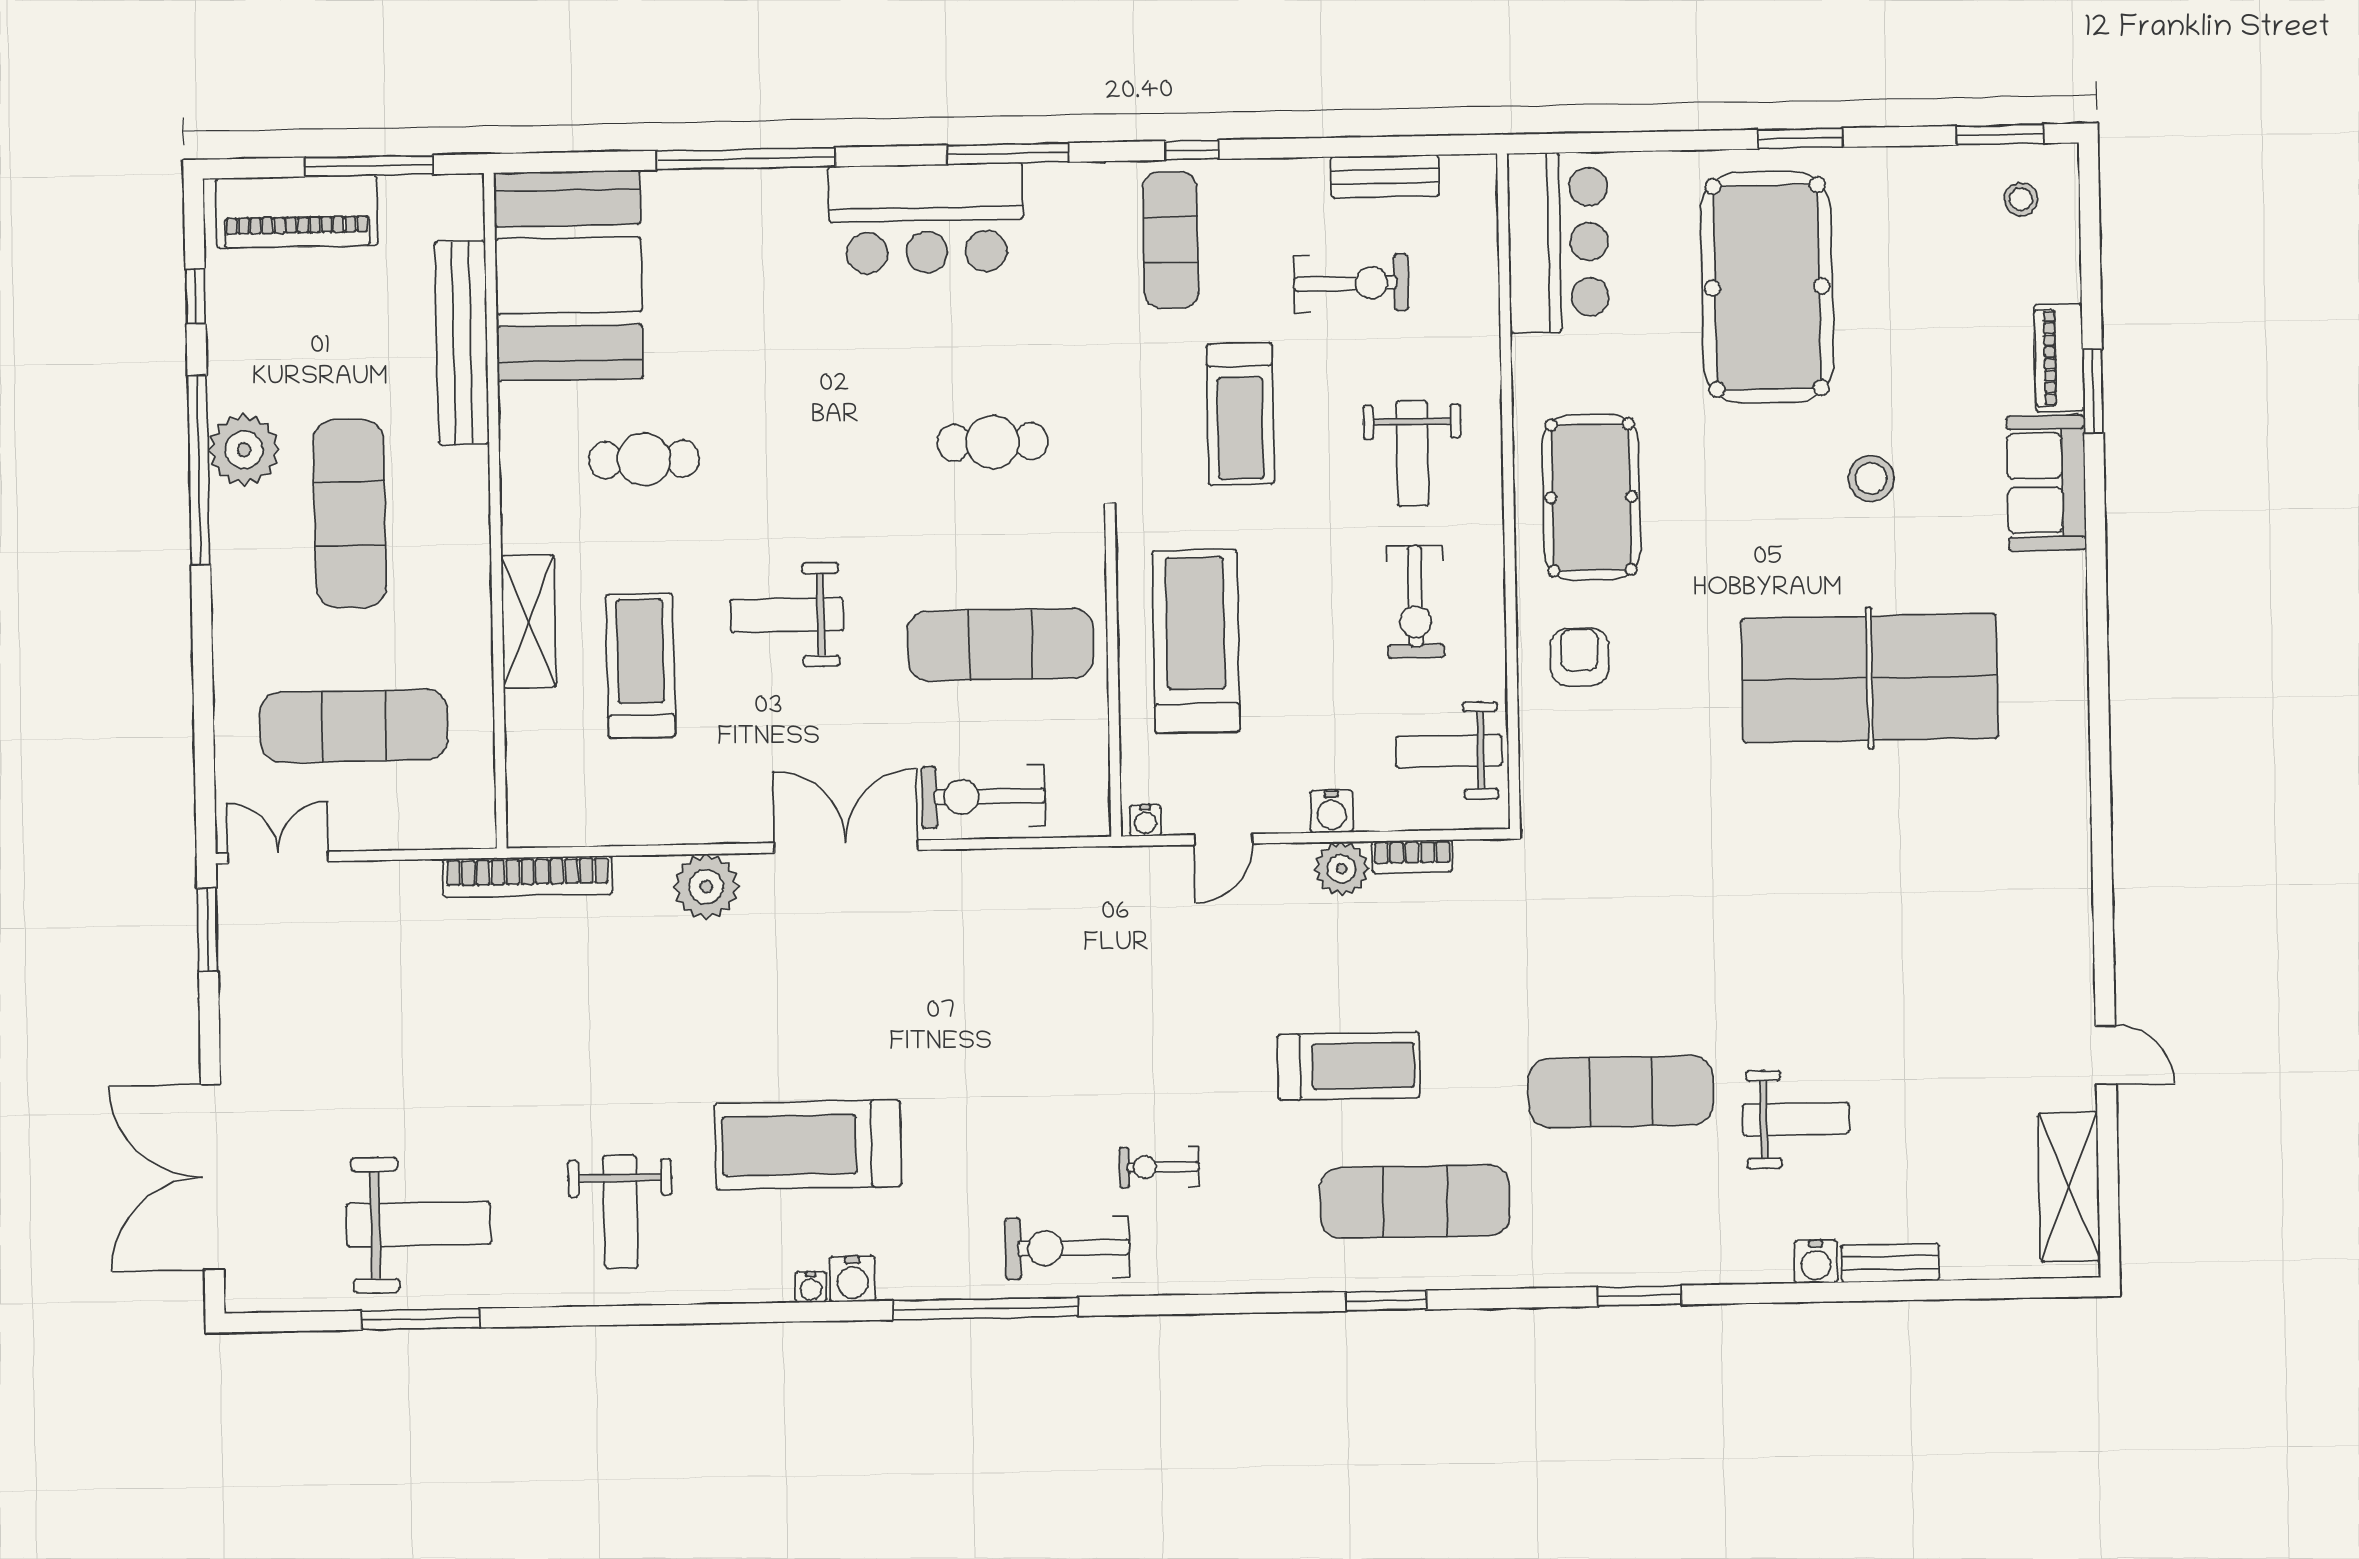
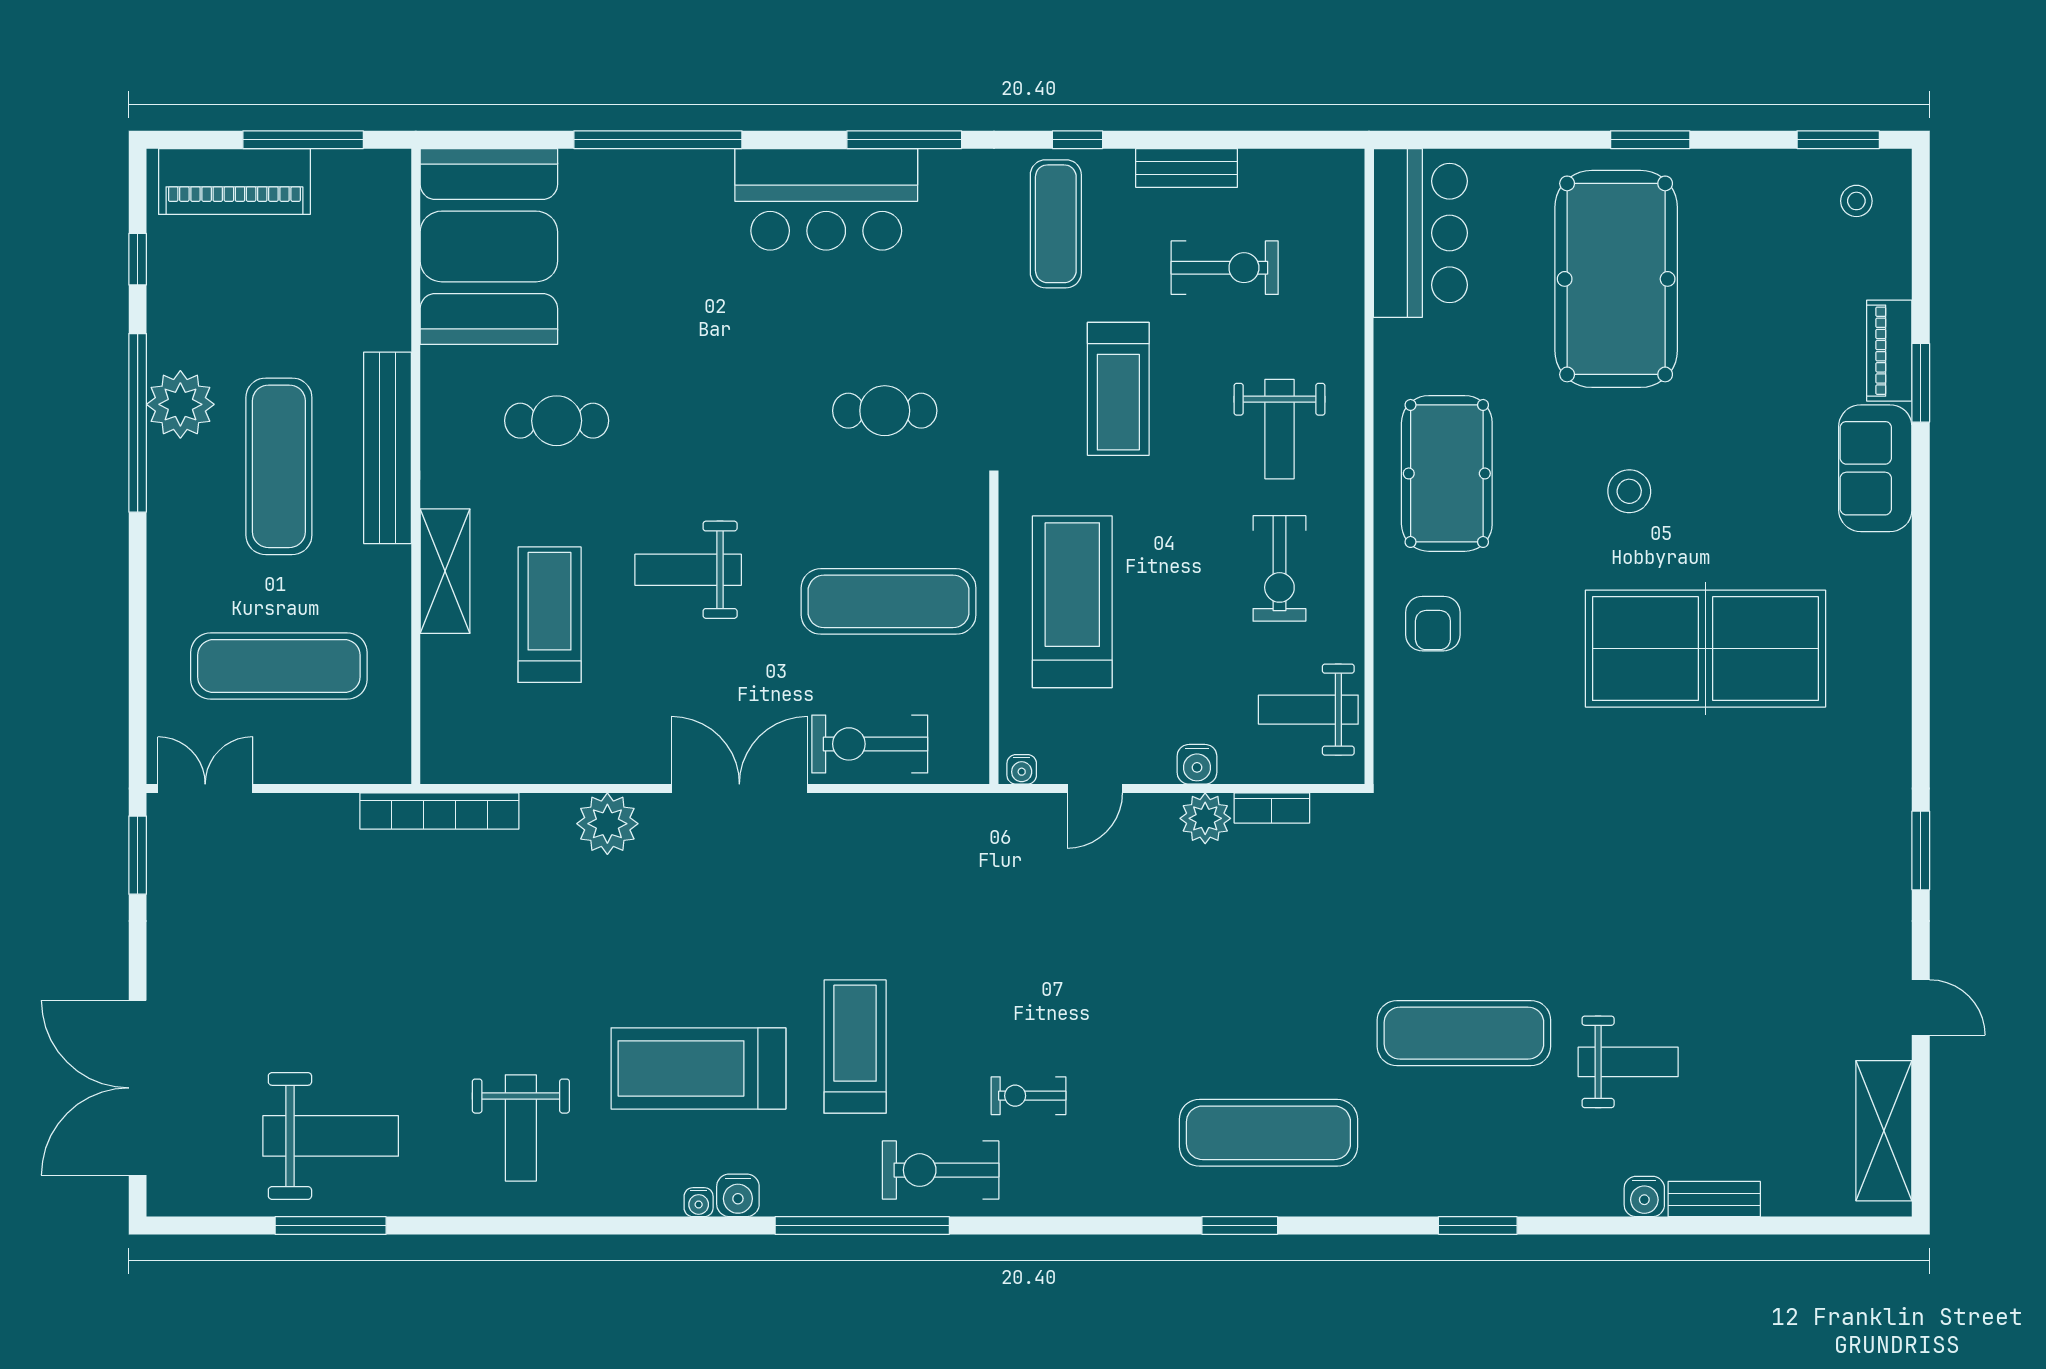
bench: (1385, 176) -> (1187, 168), moved
bench: (462, 343) -> (387, 448), moved
stool: (1871, 479) -> (1629, 491), moved
armchair: (1579, 657) -> (1433, 624), turned 180
window: (2103, 888) -> (1921, 851), added
treadmill: (1349, 1066) -> (855, 1047), moved, turned -90

